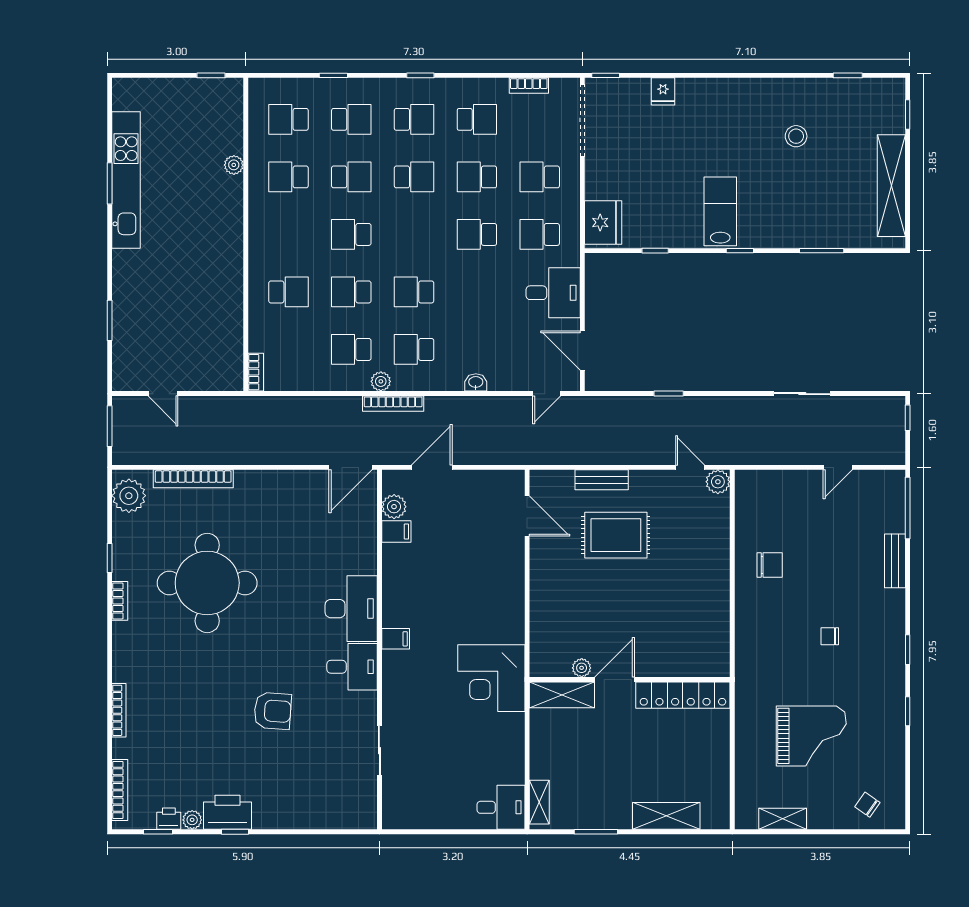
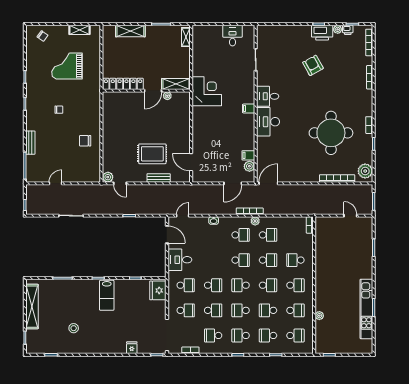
school desk: (288, 234) -> (295, 285), added
school desk: (414, 234) -> (241, 285), added
armchair: (273, 711) -> (313, 65), moved, turned 57
desk: (501, 807) -> (232, 36), moved, turned 90

